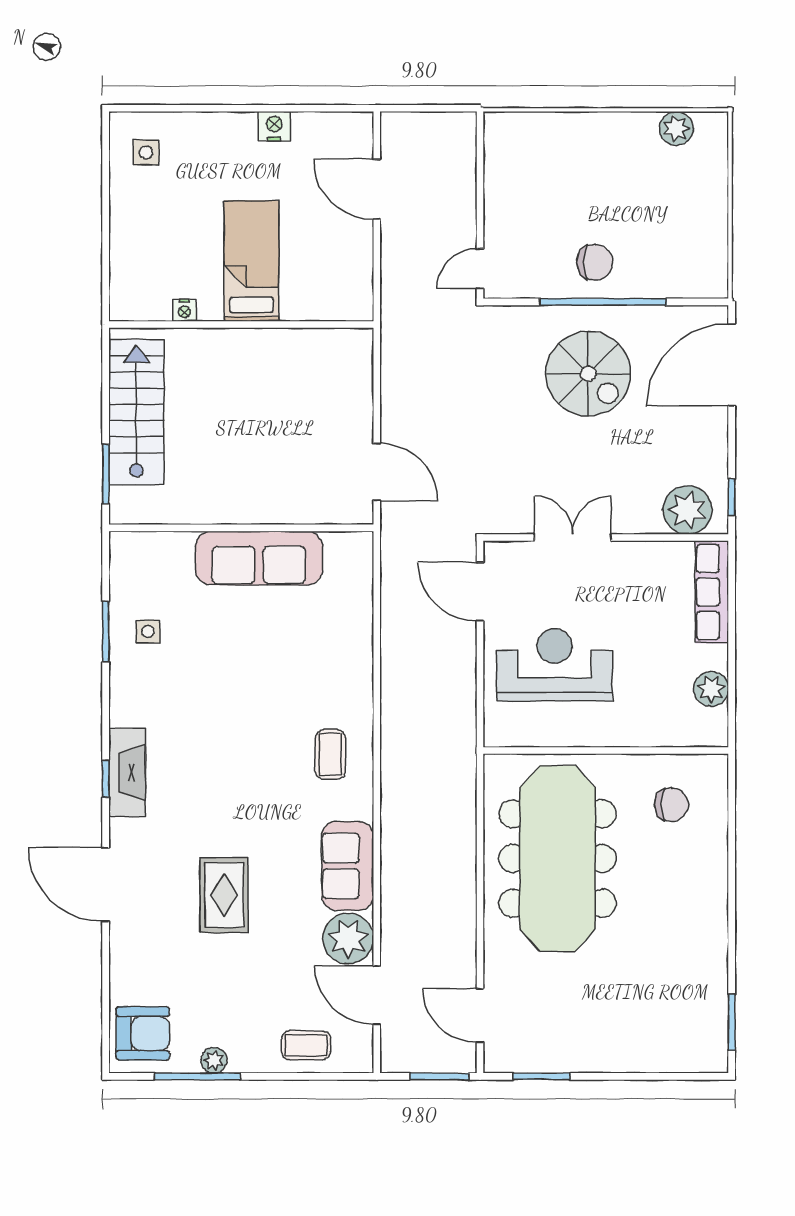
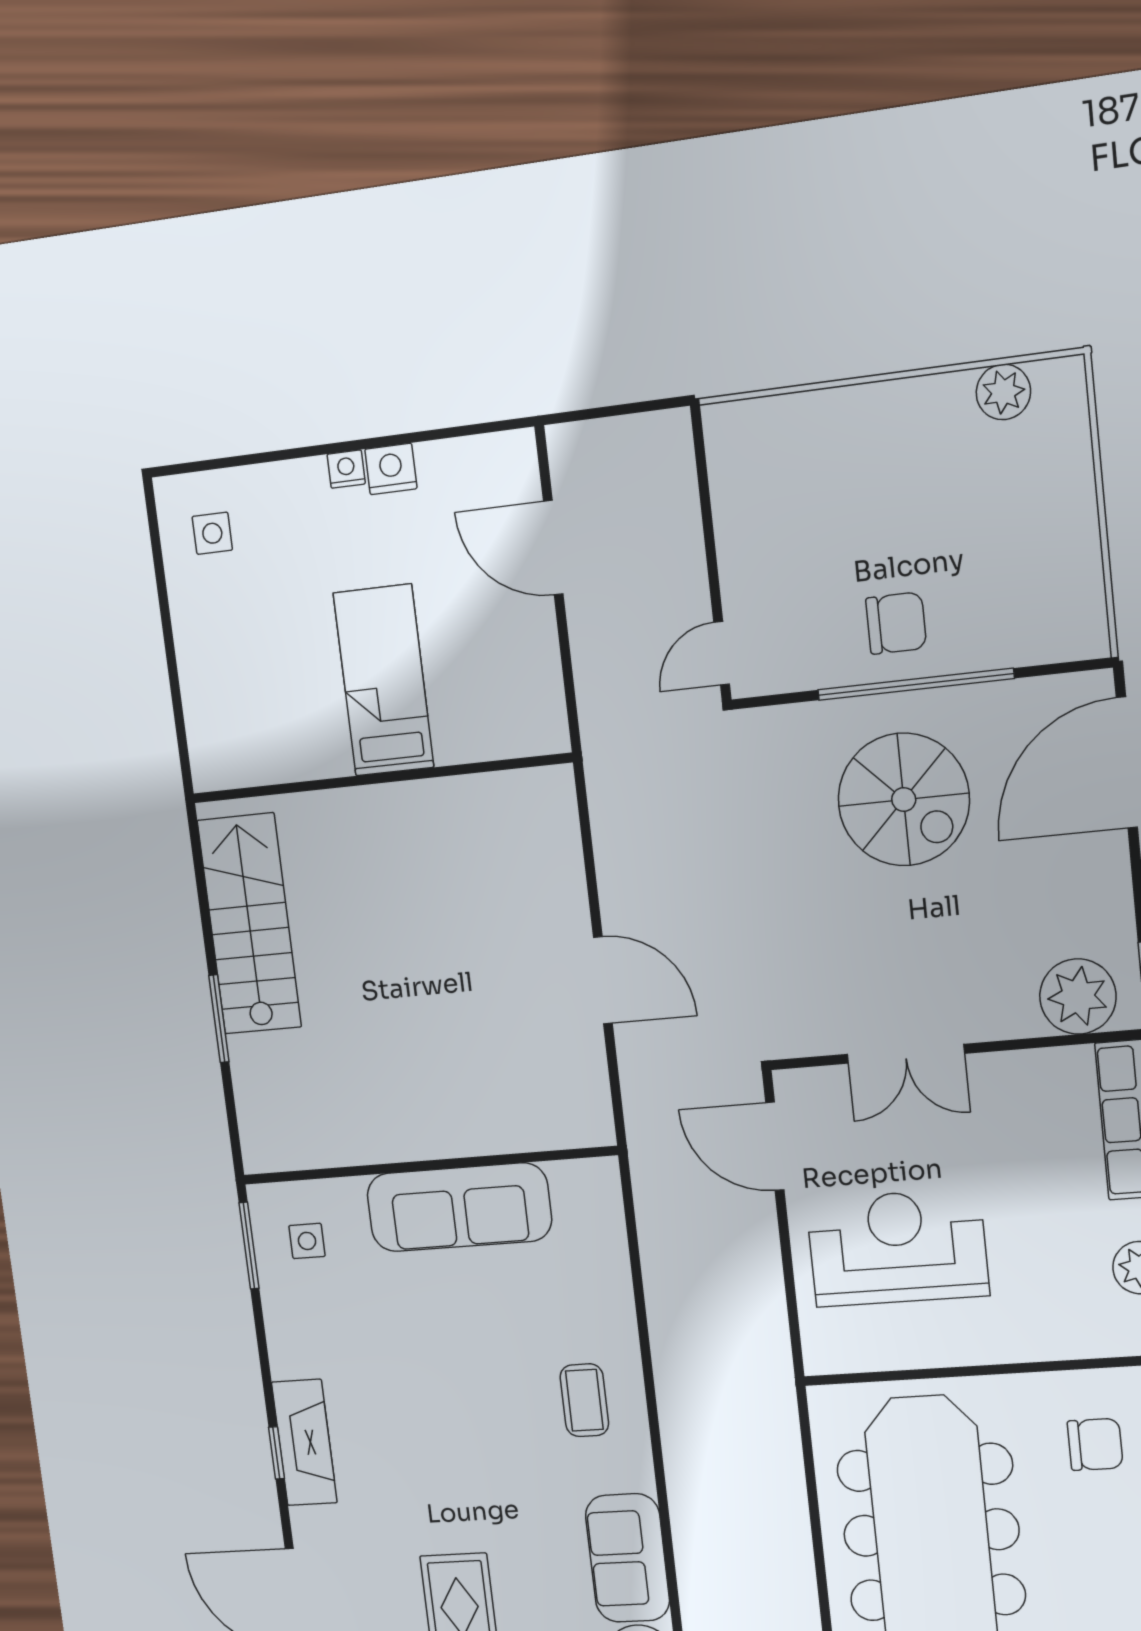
nightstand: (184, 310) -> (346, 469), moved, turned 180
wall: (241, 528) -> (429, 1165), moved
double door: (573, 537) -> (906, 1054), swing flipped
sofa: (259, 558) -> (459, 1207), moved

